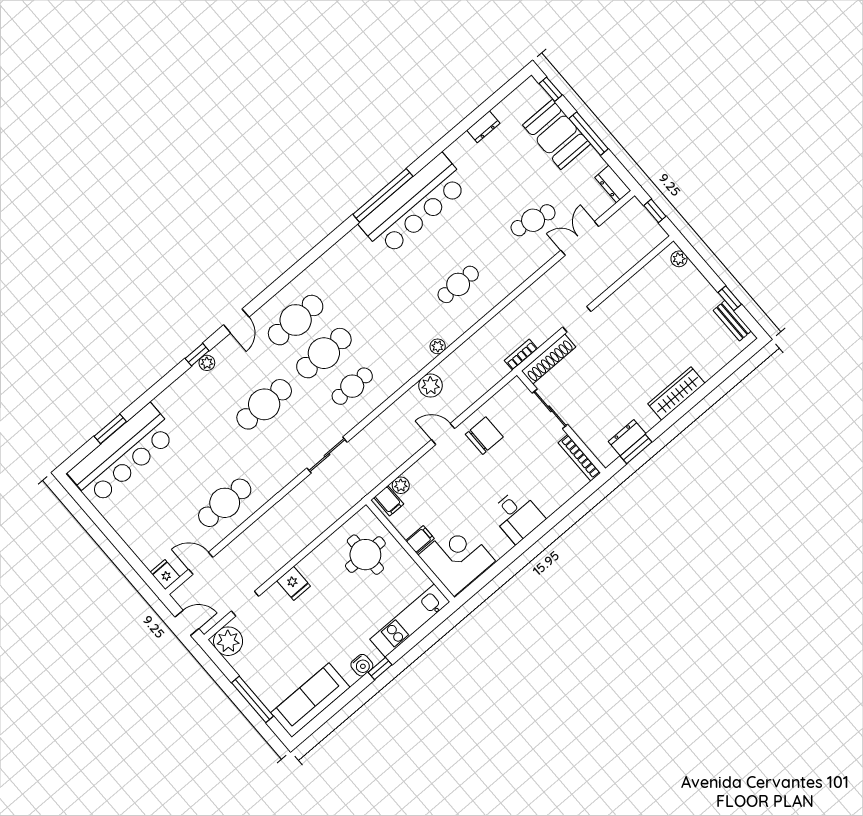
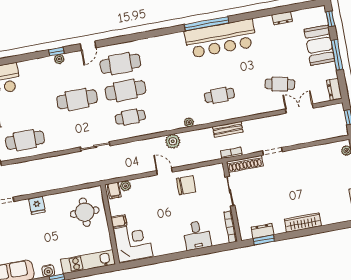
bench: (497, 325) -> (228, 129), added
desk: (517, 516) -> (197, 235), moved

